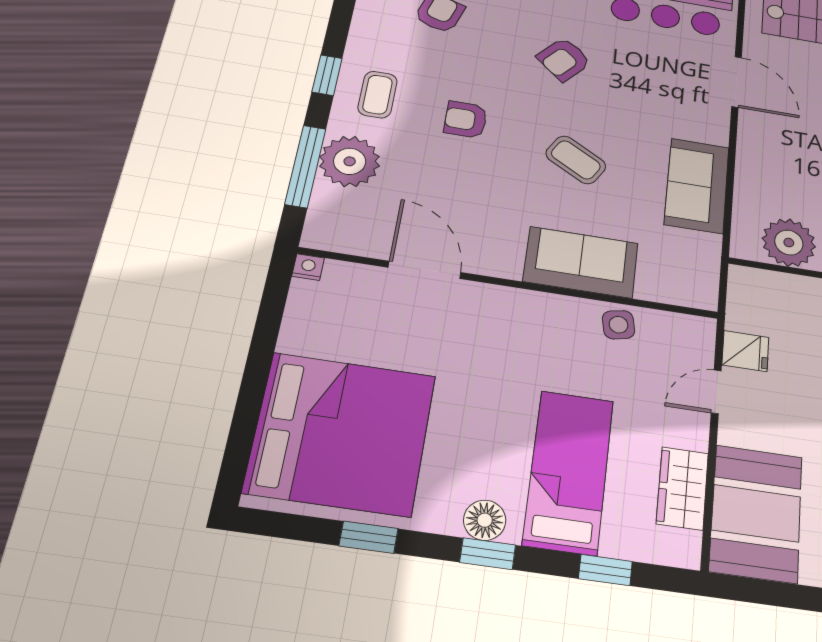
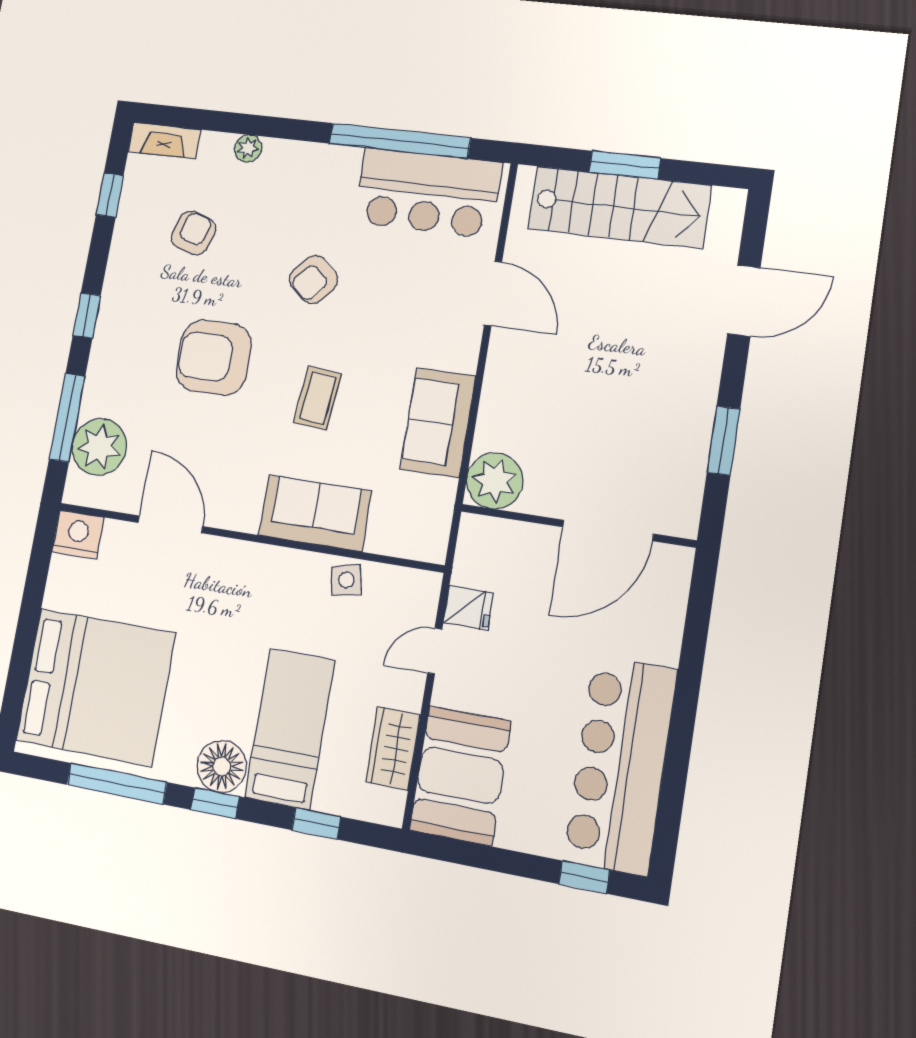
coffee table: (378, 95) -> (132, 334), removed
armchair: (466, 120) -> (214, 358), width x1.88, depth x1.88
coffee table: (576, 160) -> (318, 398), turned 65
plant: (350, 161) -> (99, 447), moved
plant: (789, 243) -> (495, 481), moved
nightstand: (308, 267) -> (78, 535), width x1.89, depth x1.79
floor lamp: (485, 520) -> (222, 766), width x1.38, depth x1.38
window: (369, 537) -> (117, 784), width x2.17

